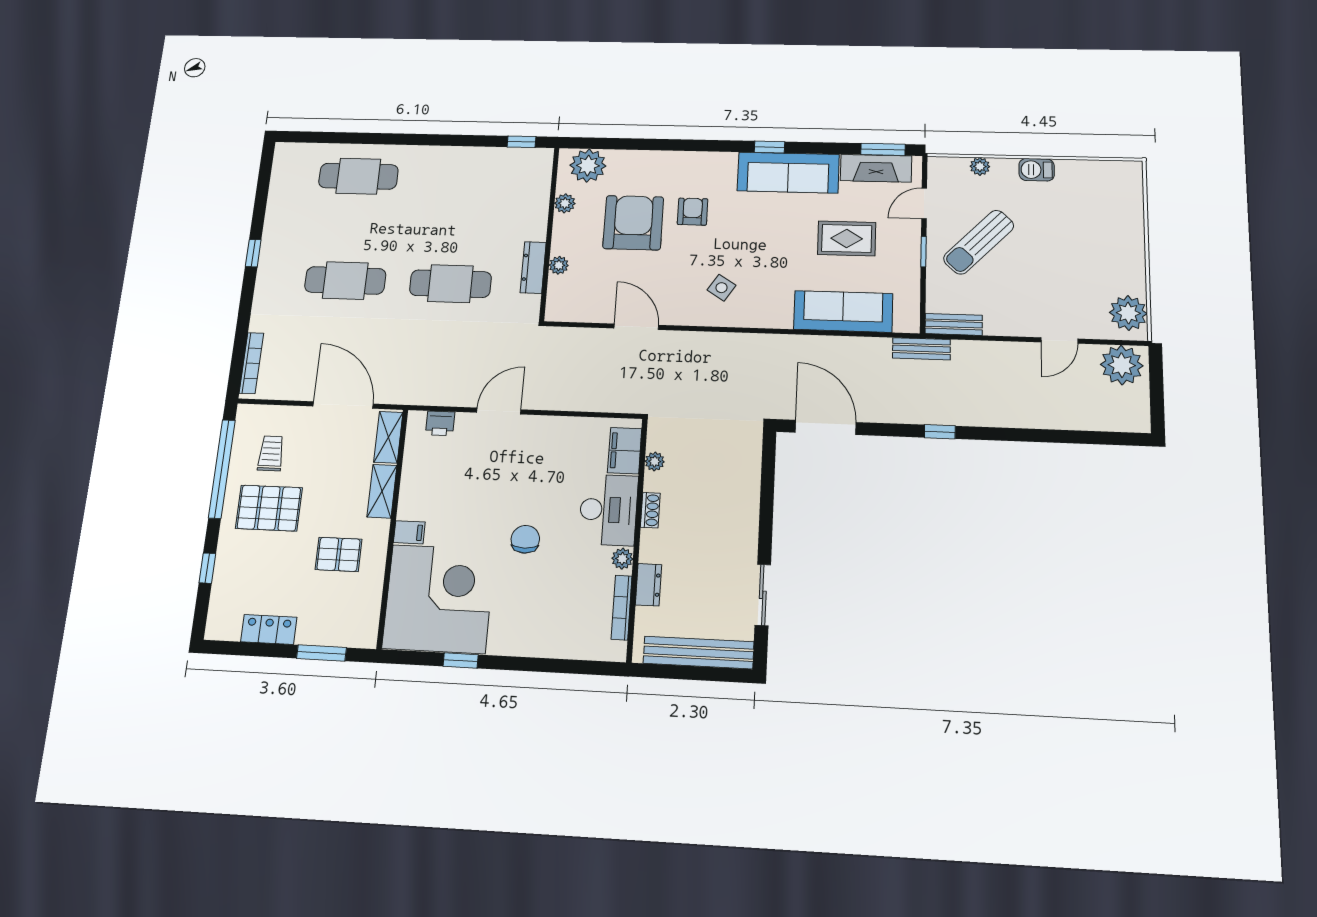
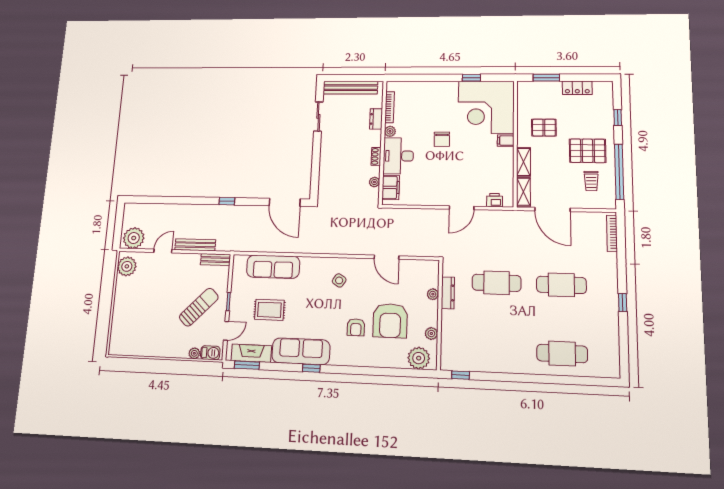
barbecue: (1037, 170) -> (210, 353), moved
bench: (921, 349) -> (195, 245), moved, width x1.36

